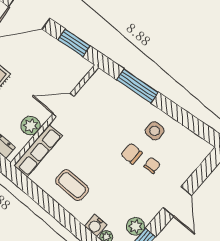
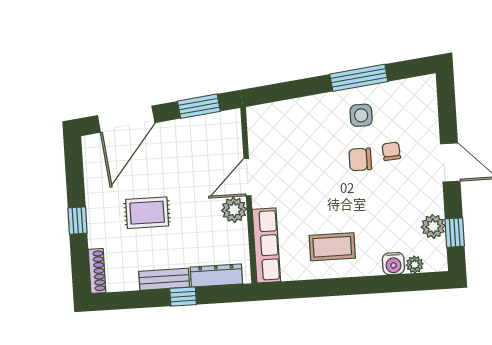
window: (137, 86) -> (359, 78), moved
plant: (30, 126) -> (234, 210), moved

